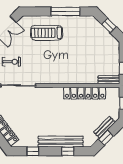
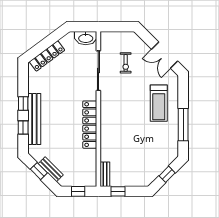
treadmill: (47, 33) -> (159, 103), turned 180
locker: (85, 93) -> (90, 125), moved
window: (33, 151) -> (23, 103), moved

